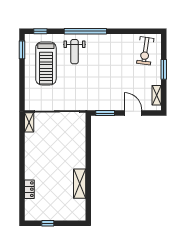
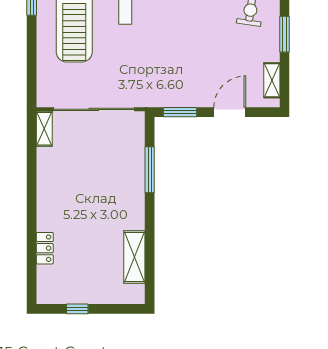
door: (133, 113) -> (230, 112), hinge flipped
window: (88, 145) -> (150, 170), added
shelving: (80, 184) -> (134, 257), moved

